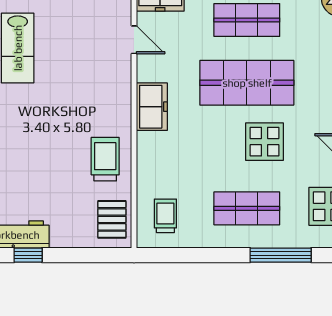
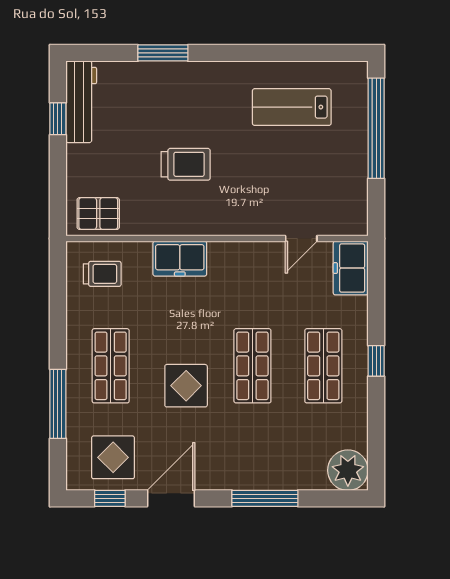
shop shelf: (247, 83) -> (252, 366), width x0.70, depth x0.74
freezer: (152, 107) -> (180, 259), moved
trolley: (105, 159) -> (186, 164), moved

